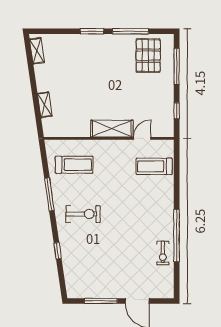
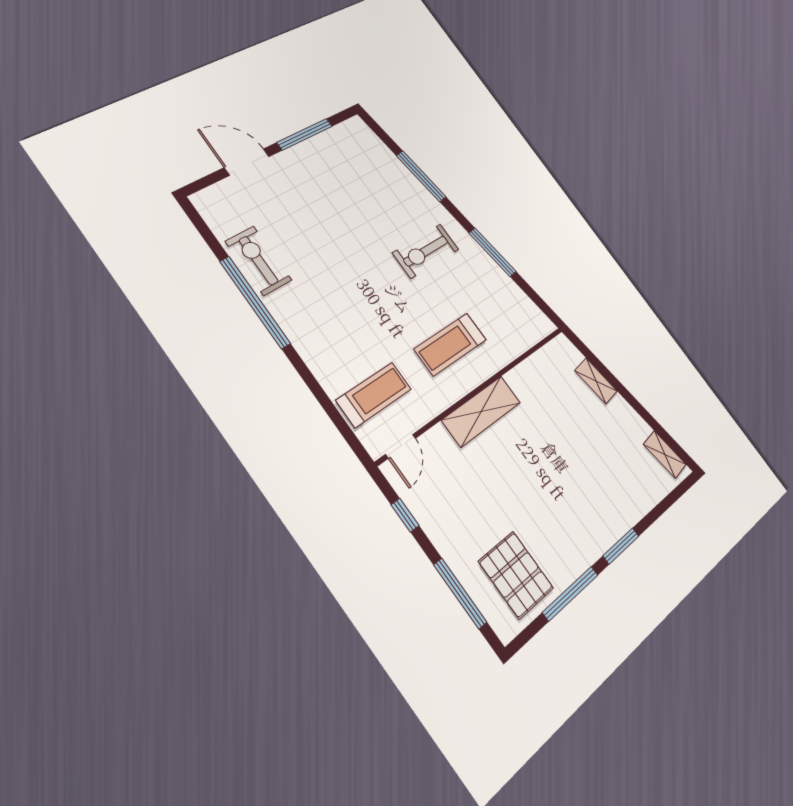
door: (142, 138) -> (400, 446), moved
treadmill: (74, 165) -> (450, 344), moved
window: (58, 251) -> (421, 176), width x2.17
exercise bike: (163, 253) -> (259, 261), width x1.38, depth x1.39

